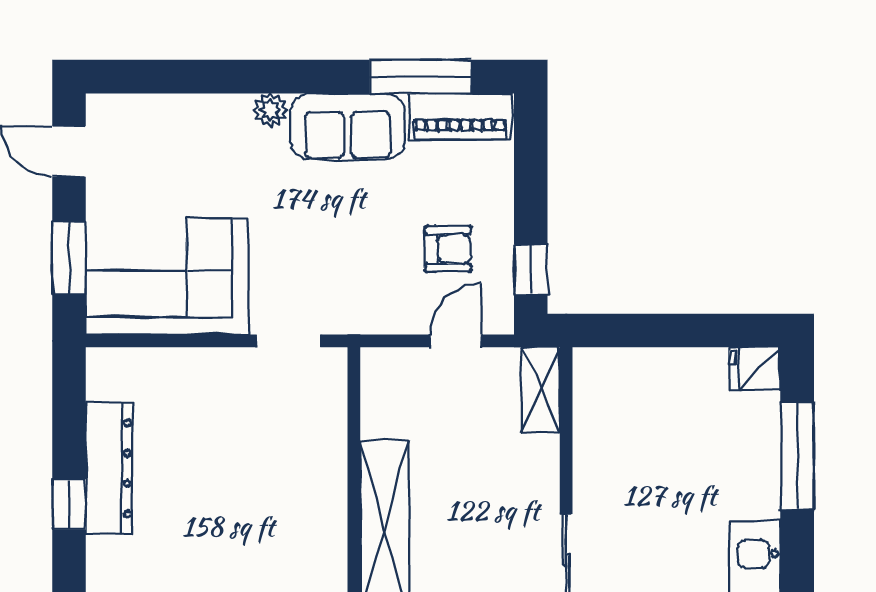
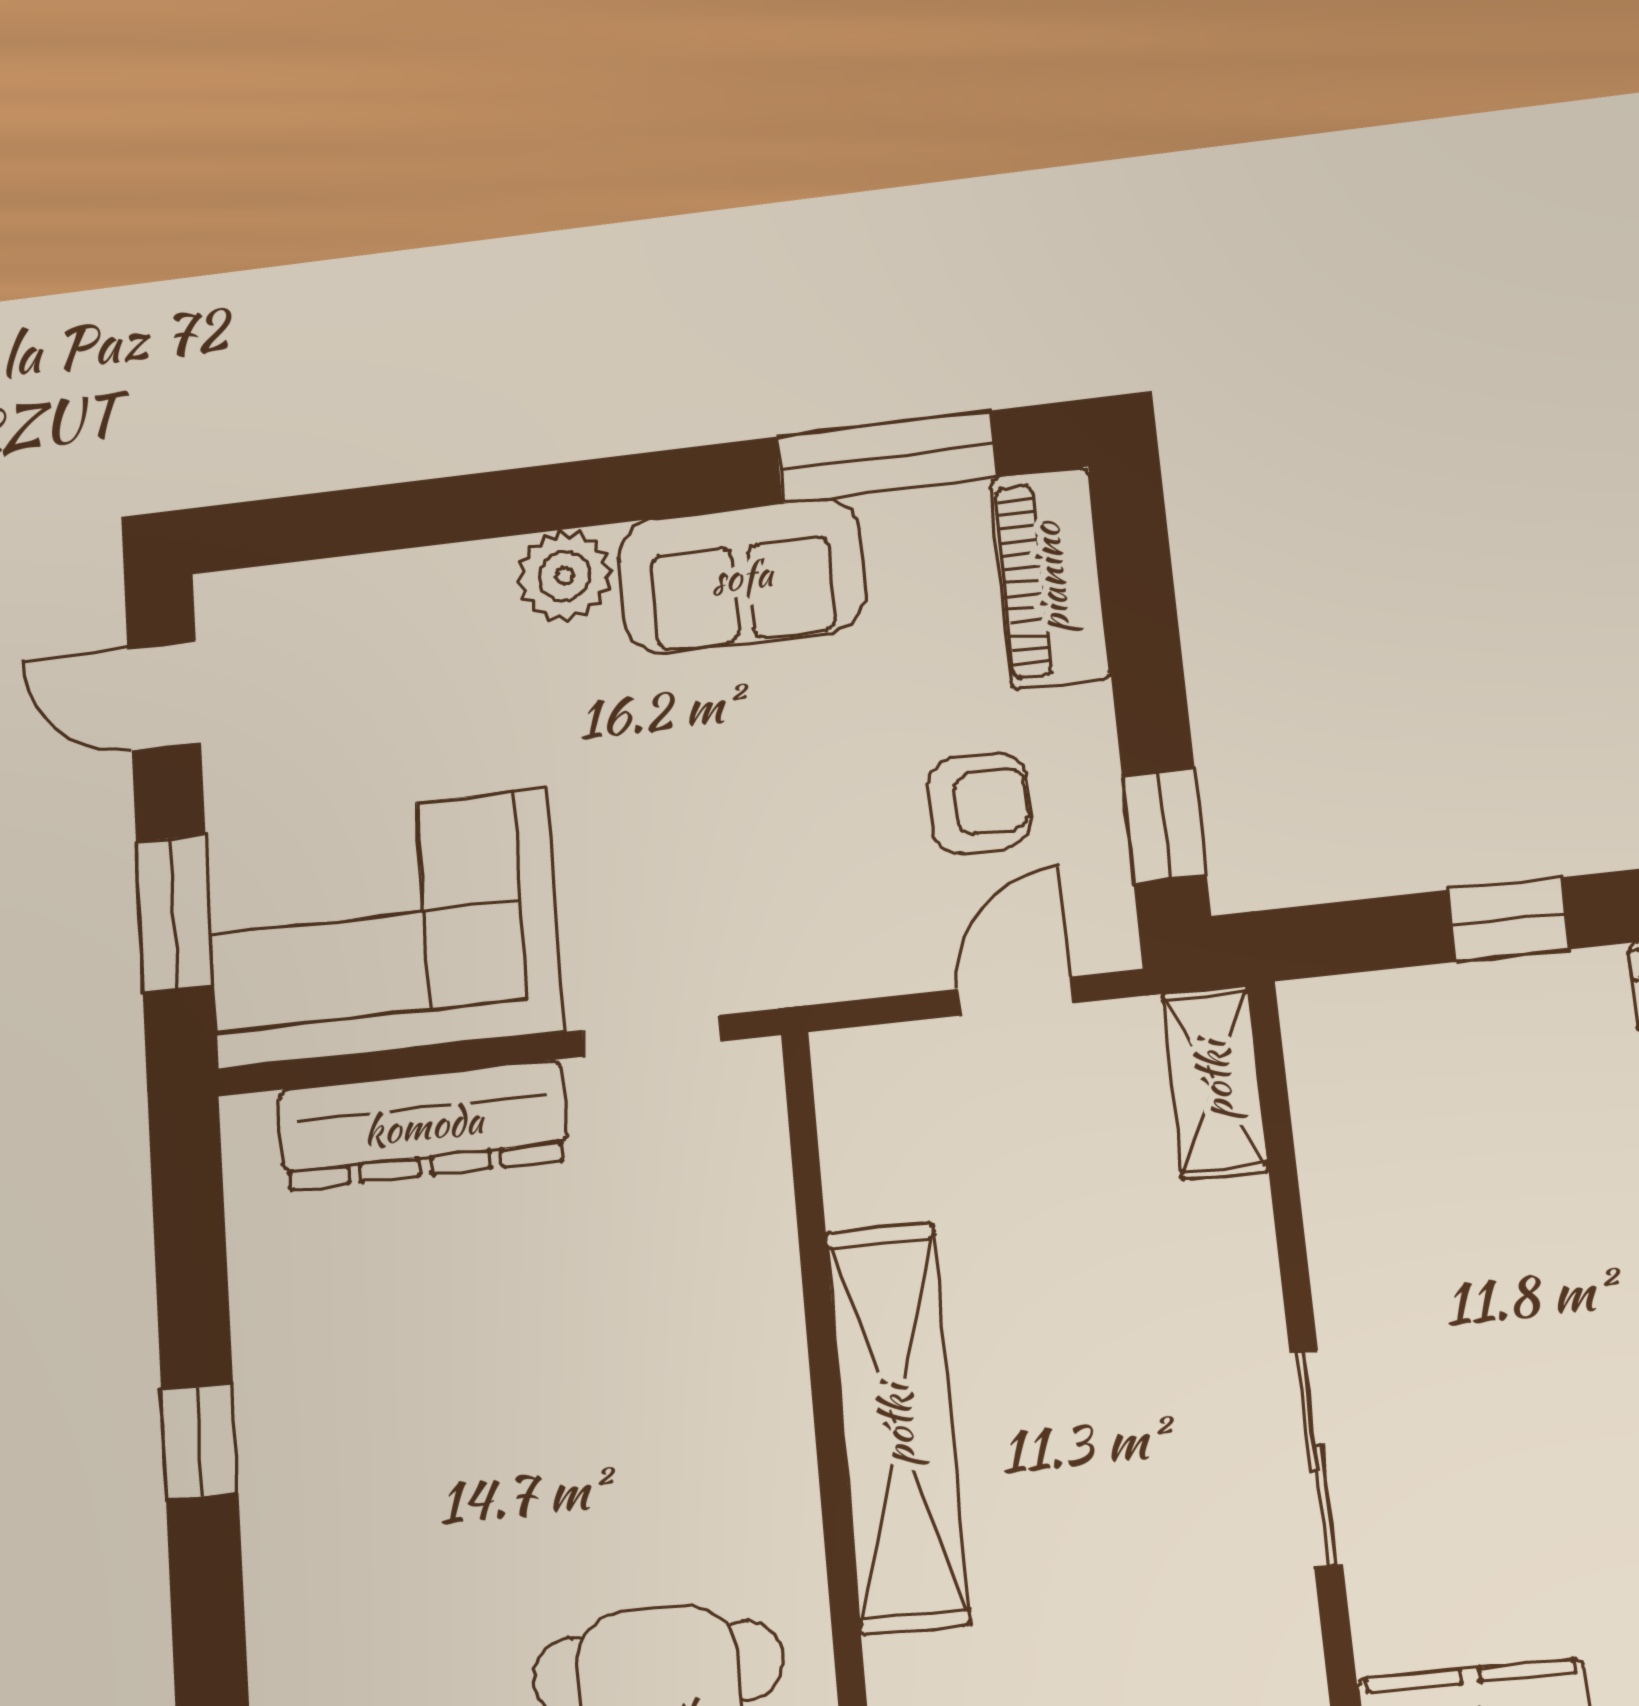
plant: (270, 110) -> (565, 576), width x1.38, depth x1.38
piano: (460, 116) -> (1050, 578), moved, turned 90
window: (679, 330) -> (1508, 920), added
dresser: (109, 468) -> (423, 1125), moved, turned 90

